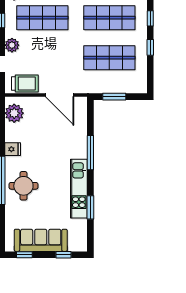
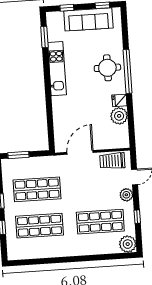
door: (60, 95) -> (80, 152), hinge flipped
window: (114, 97) -> (18, 155), moved
plant: (14, 113) -> (119, 116), moved
window: (90, 153) -> (49, 102), removed
window: (90, 207) -> (44, 37), moved

